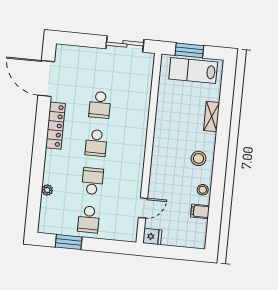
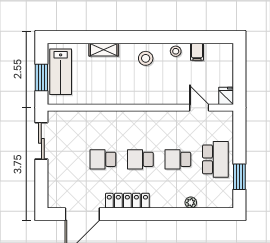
school desk: (100, 105) -> (103, 159), turned 180
school desk: (96, 143) -> (140, 159), turned 180
school desk: (89, 219) -> (215, 159), width x1.85

